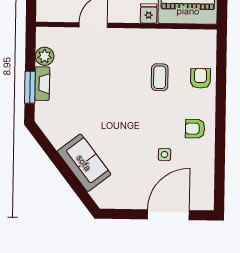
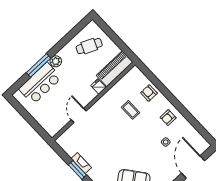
plant: (45, 56) -> (71, 150), removed

